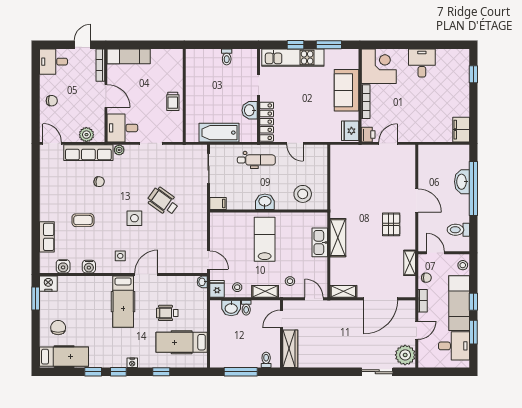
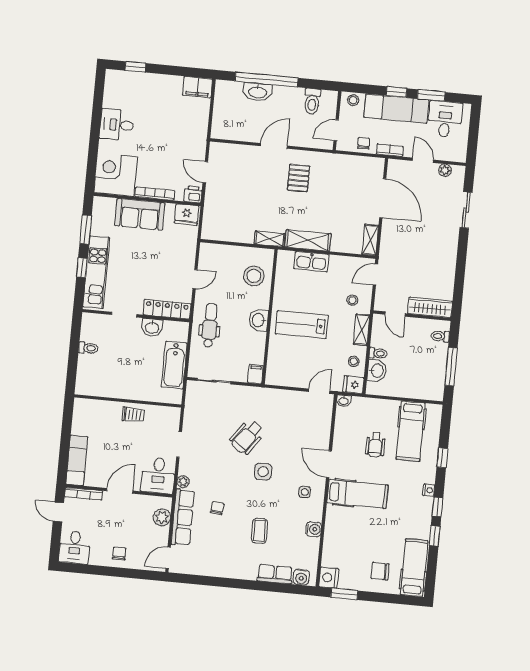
pallet: (391, 224) -> (299, 178), turned 90
shelving: (410, 263) -> (270, 239), moved
water cooler: (63, 266) -> (301, 577), moved, turned 90
plant: (405, 355) -> (445, 170), width x0.53, depth x0.53

